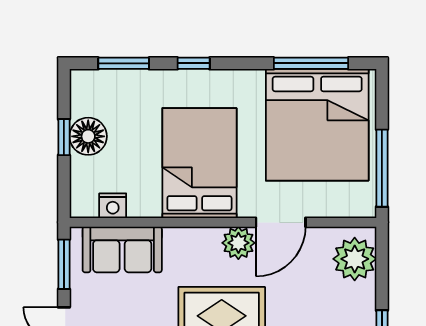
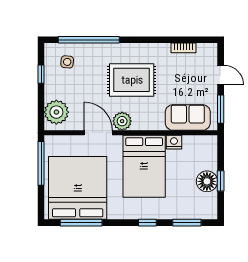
nightstand: (113, 206) -> (174, 142), moved
door: (281, 222) -> (98, 133), hinge flipped

